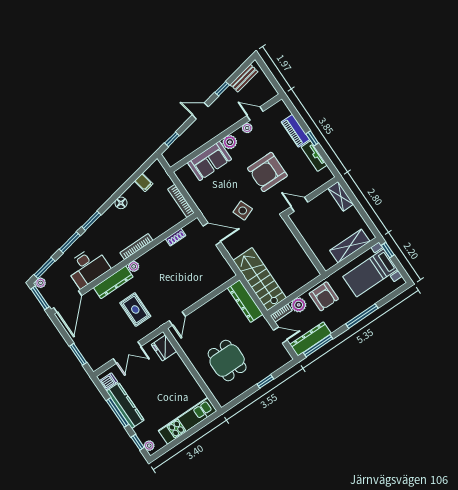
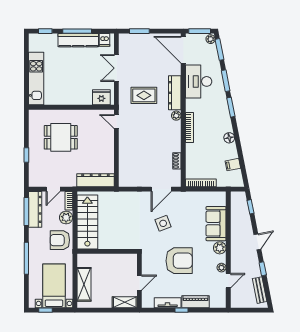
armchair: (267, 172) -> (179, 261), turned 90
door: (299, 204) -> (139, 283), moved
window: (388, 250) -> (45, 310), moved
stairs: (260, 279) -> (87, 222), moved, turned -90
plant: (149, 446) -> (37, 38), removed

